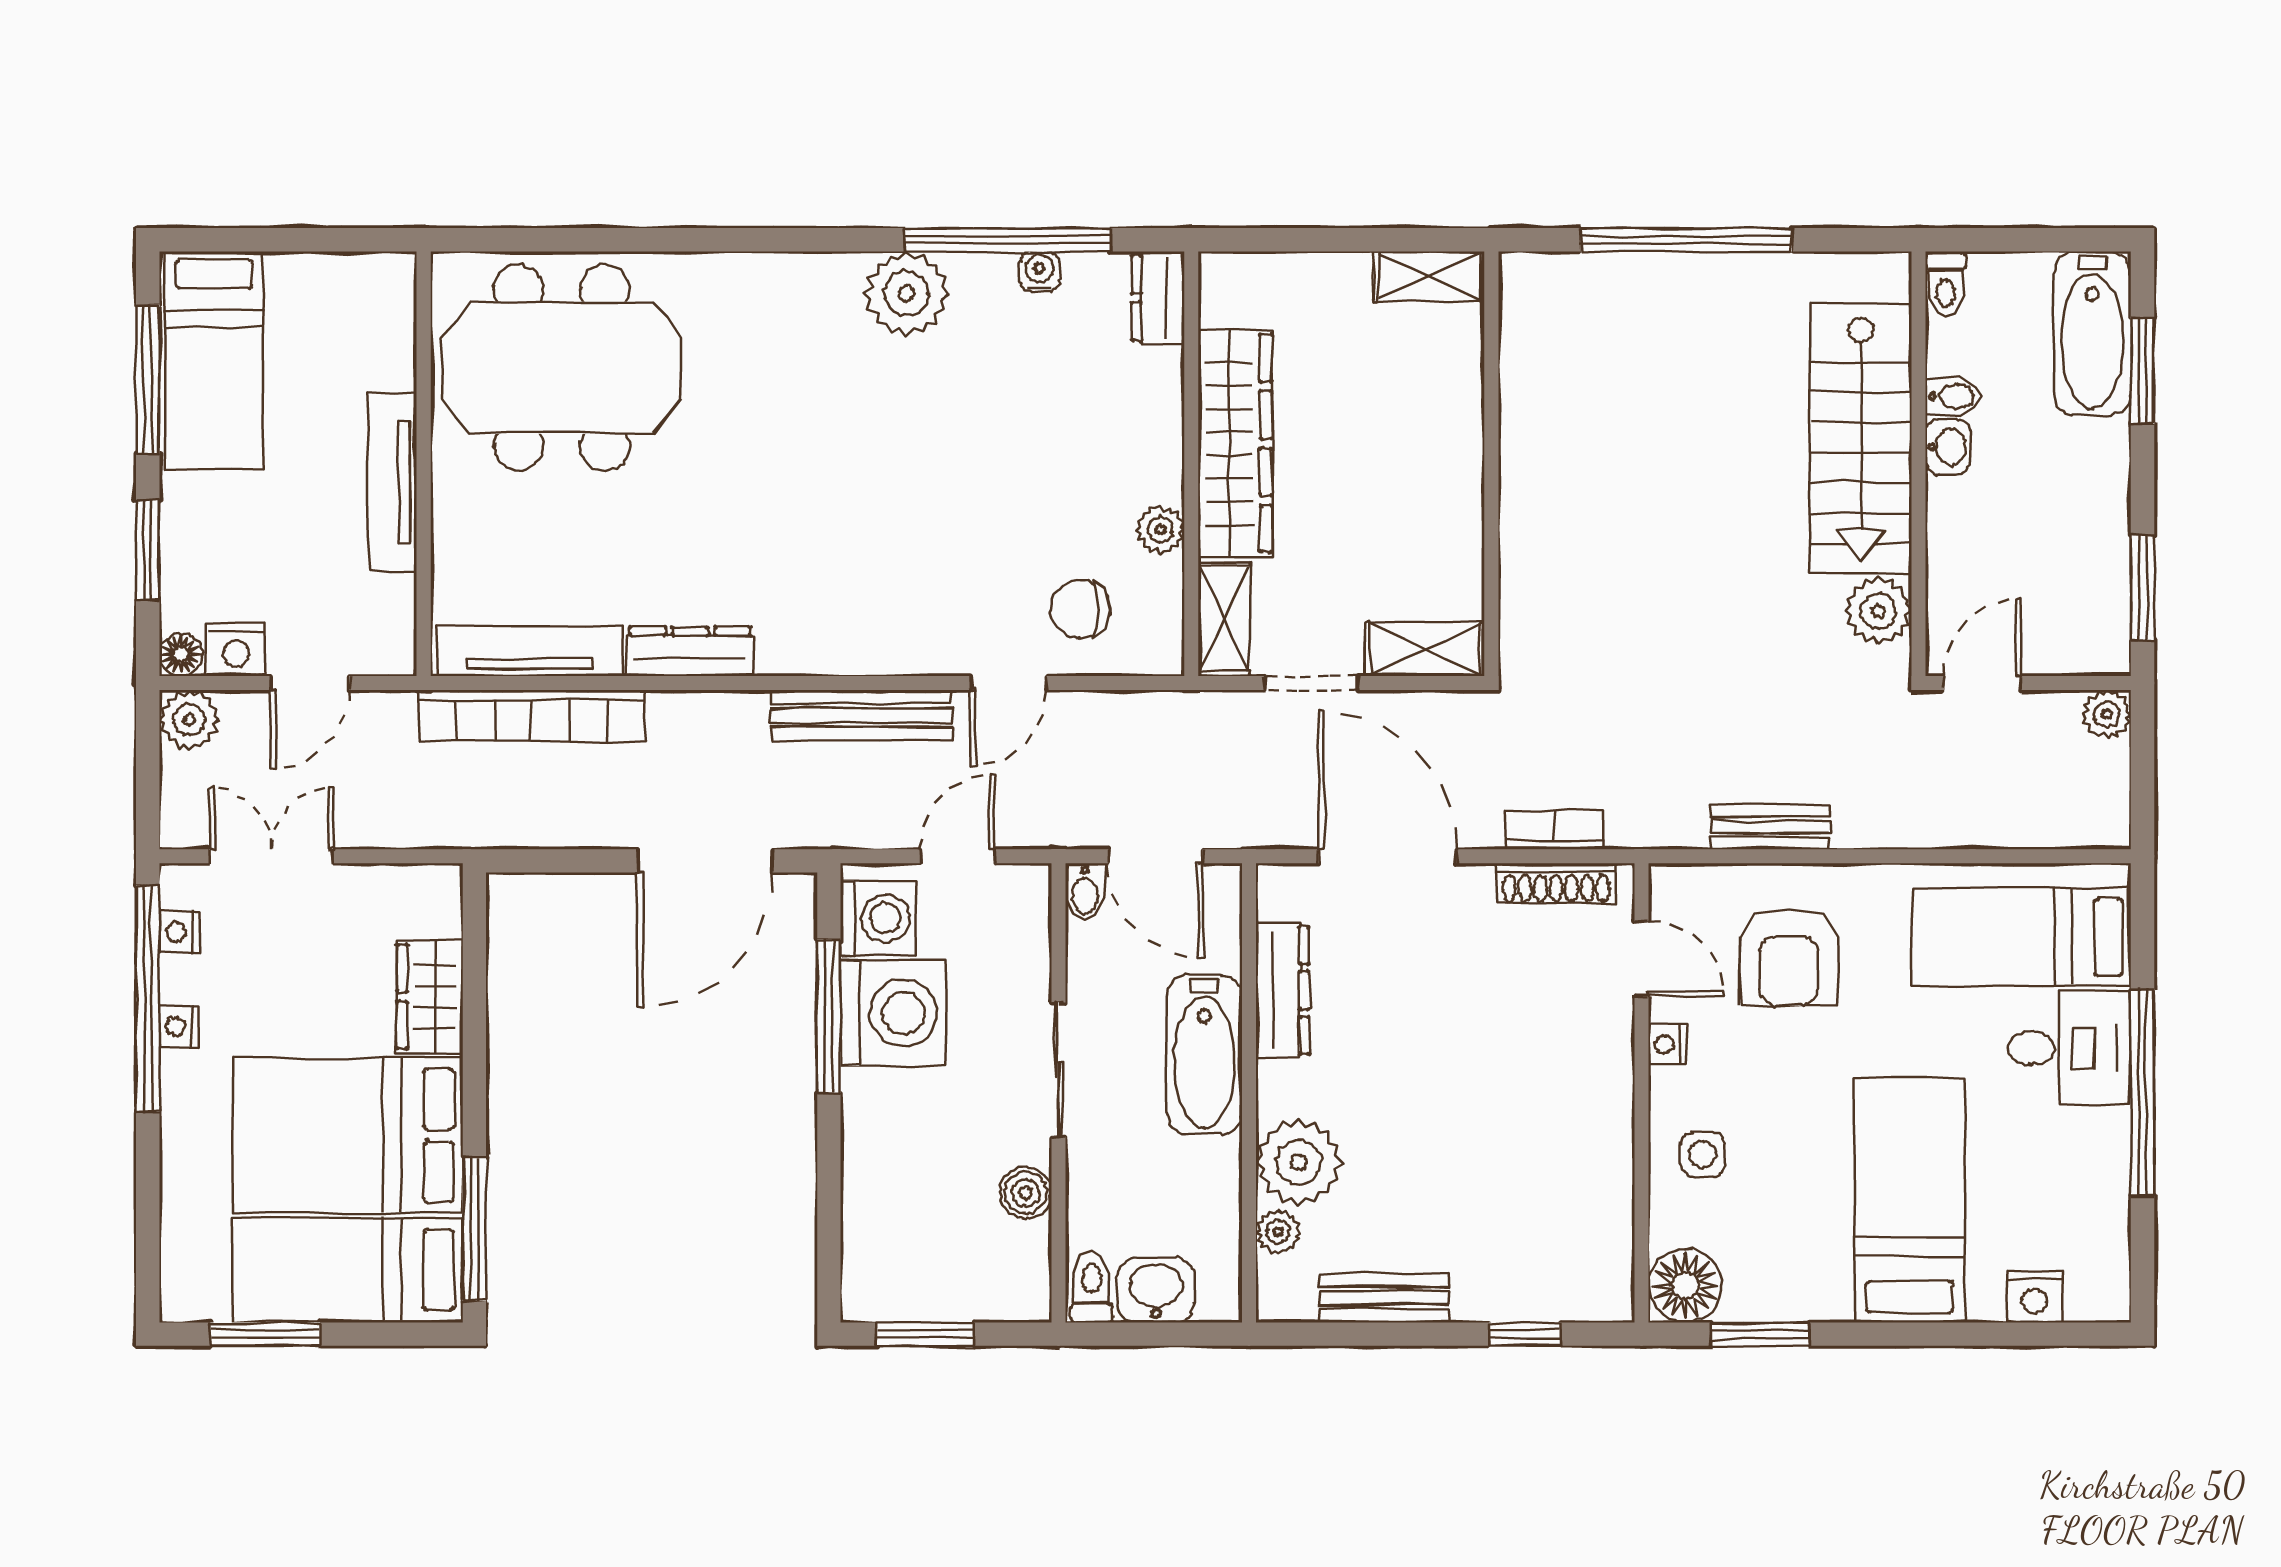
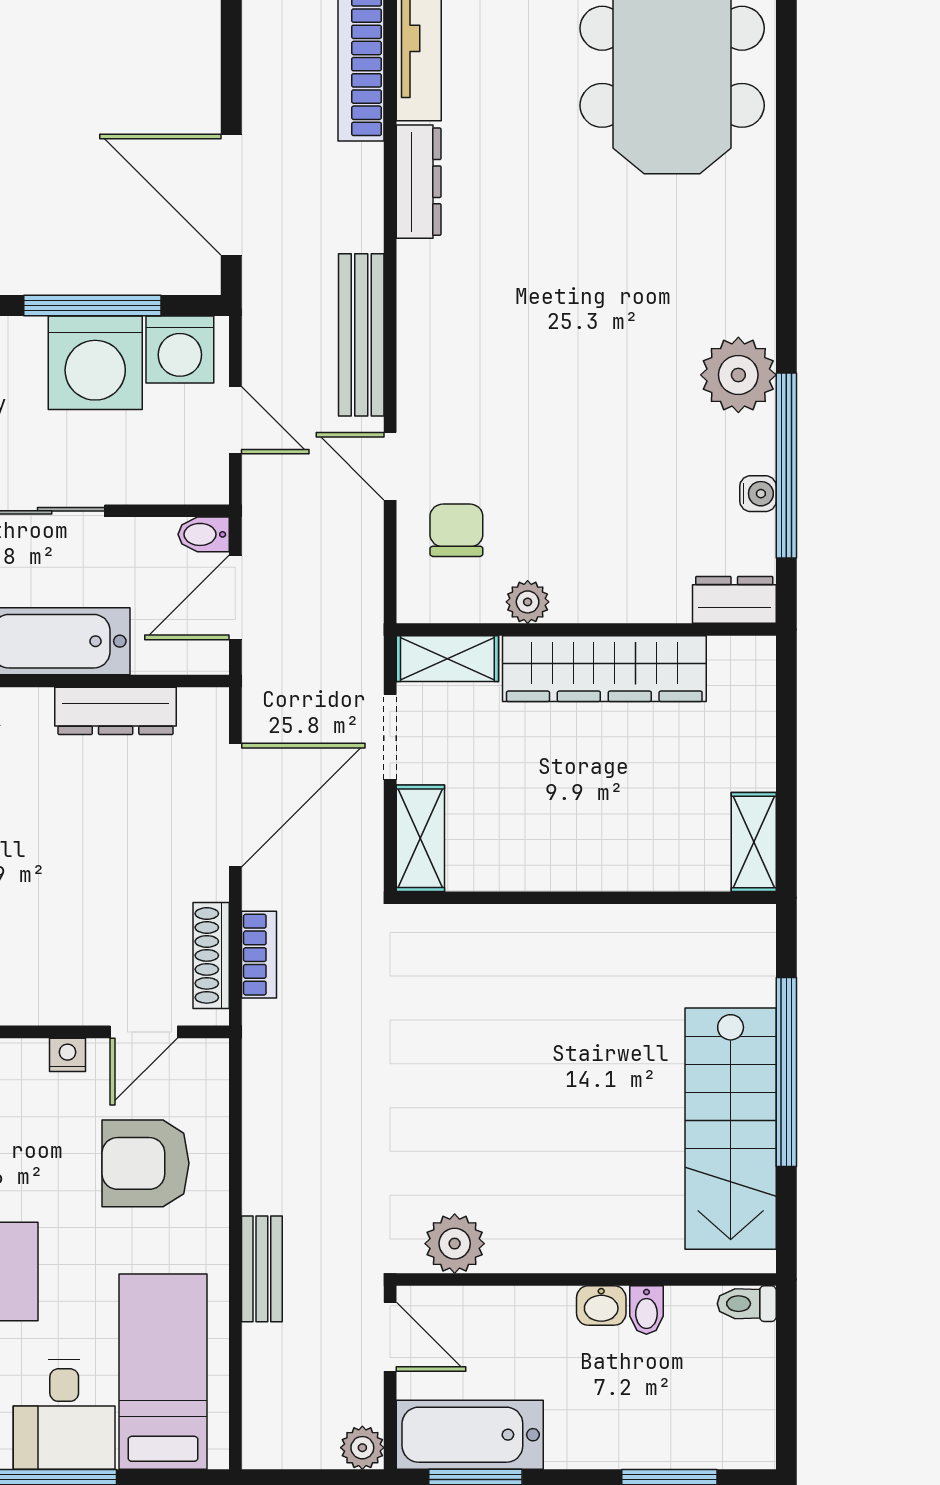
bathtub: (2092, 333) -> (470, 1435), moved
stairs: (1861, 438) -> (731, 1129), moved, turned -90
bench: (1770, 827) -> (262, 1269), moved

